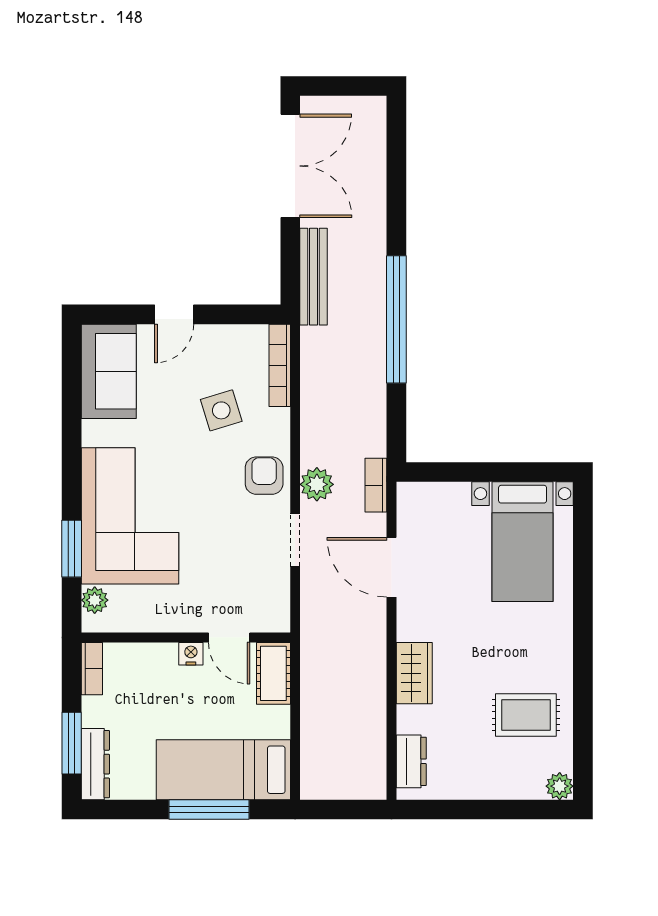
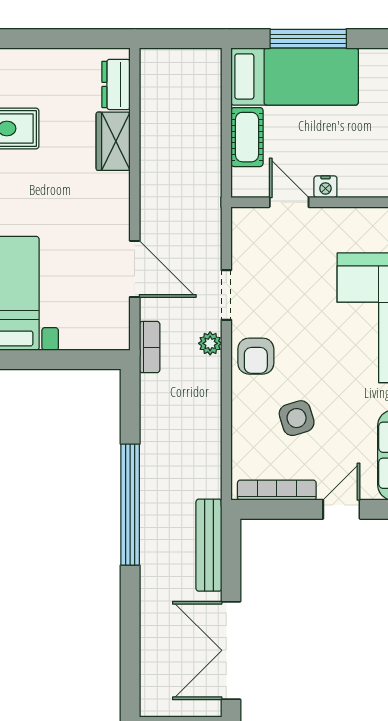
bookcase: (280, 365) -> (277, 490), moved, turned -90
plant: (317, 484) -> (210, 343), width x0.73, depth x0.73
cot: (273, 673) -> (247, 137), moved
wardrobe: (414, 673) -> (113, 141), moved

